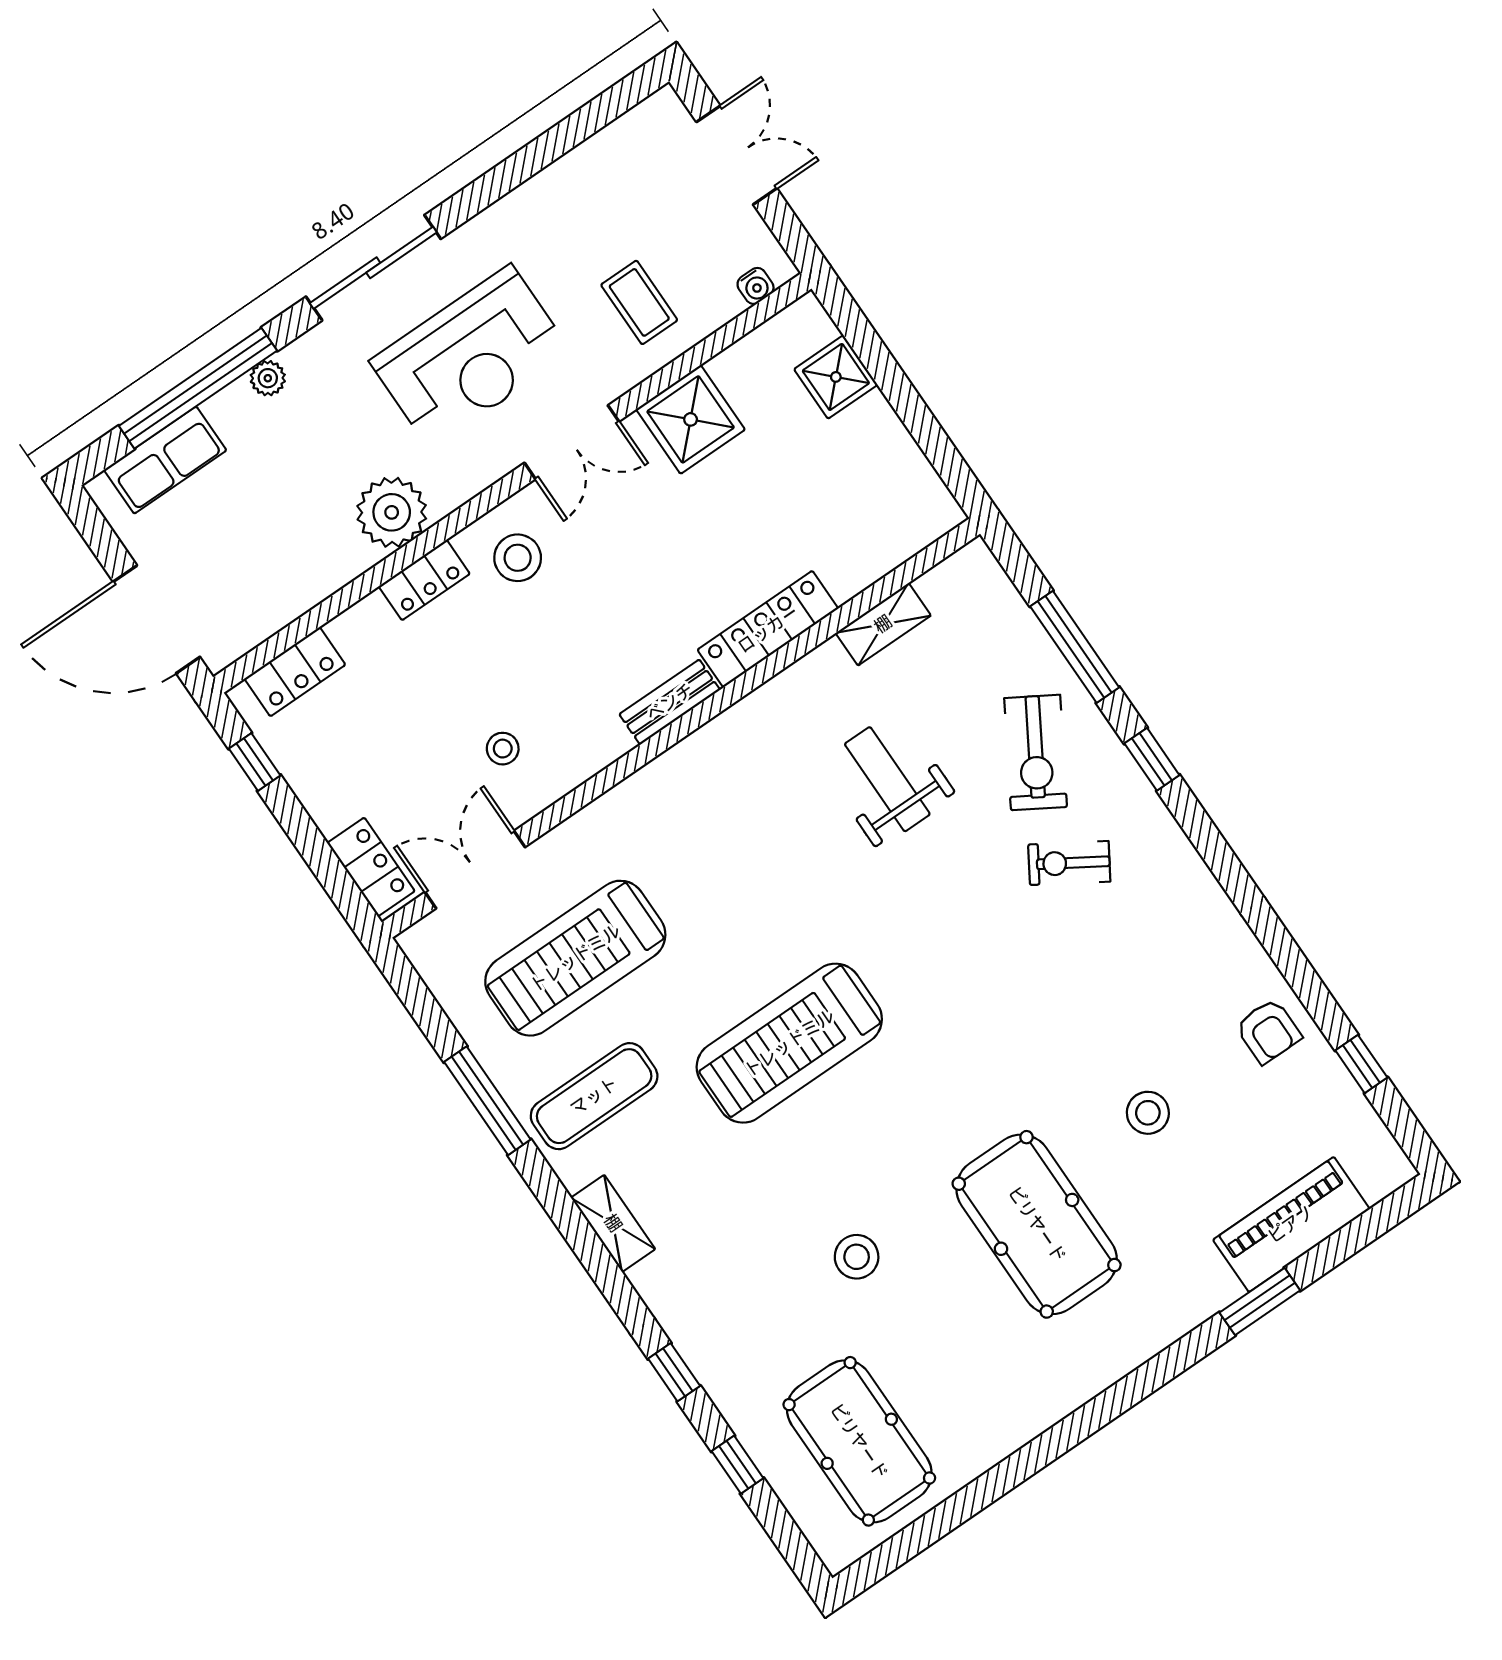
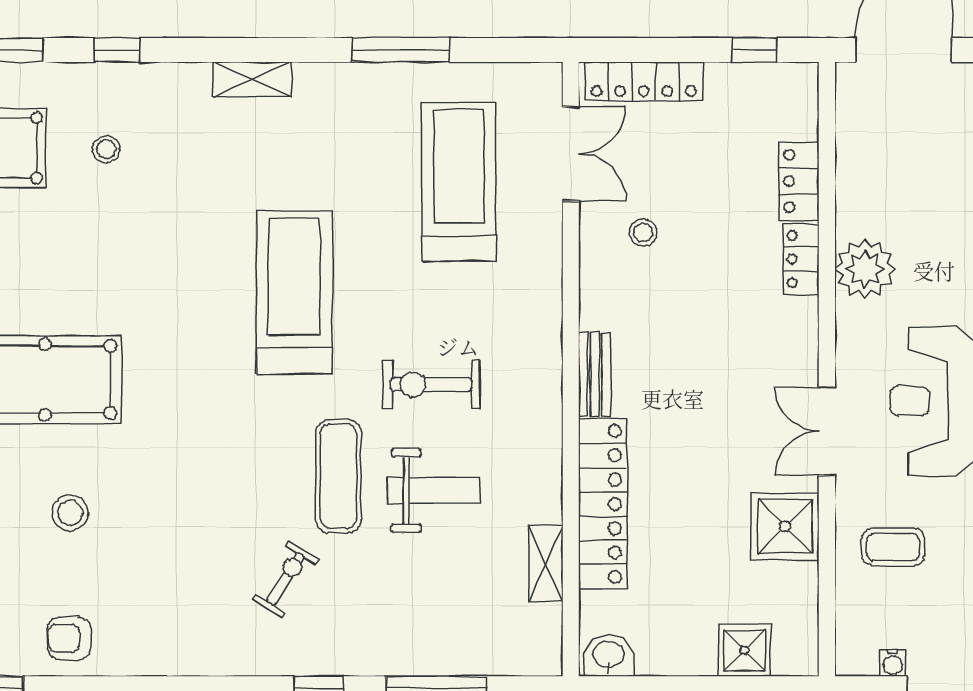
water cooler: (756, 286) -> (893, 663), moved, turned -90
washbasin: (930, 503) -> (609, 656), added
stool: (518, 558) -> (771, 336), removed
locker: (768, 629) -> (603, 504), width x1.41, depth x1.21
locker: (295, 672) -> (799, 181), moved
exercise bike: (1036, 753) -> (431, 385), moved, turned -31
locker: (371, 867) -> (644, 81), width x1.53
exercise mat: (594, 1096) -> (338, 476), moved
stool: (857, 1257) -> (106, 149), moved, width x0.73, depth x0.73

